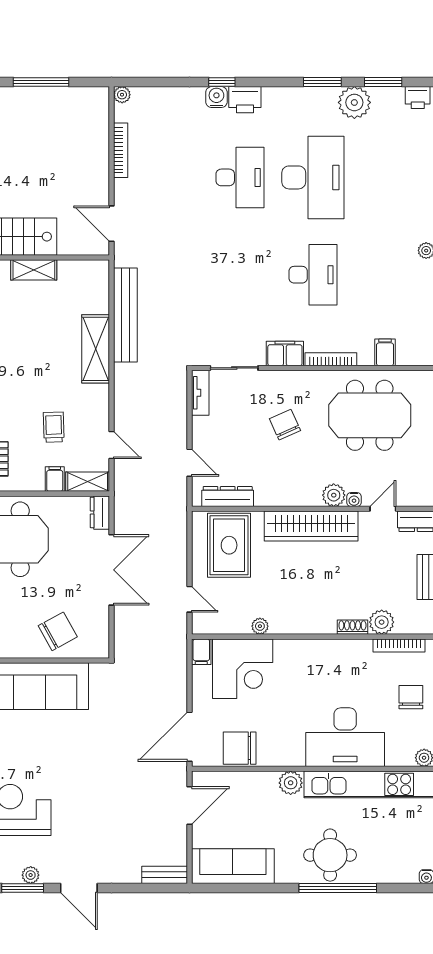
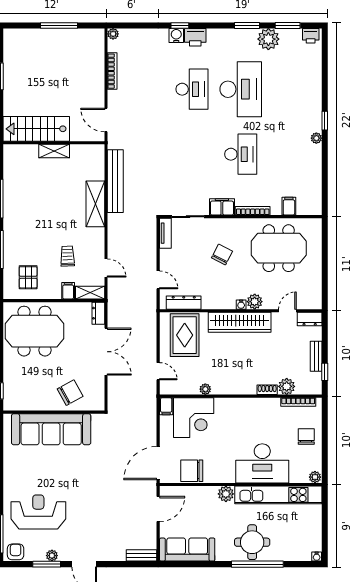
chair: (285, 425) -> (222, 254), turned 51
water cooler: (354, 500) -> (241, 305), moved

